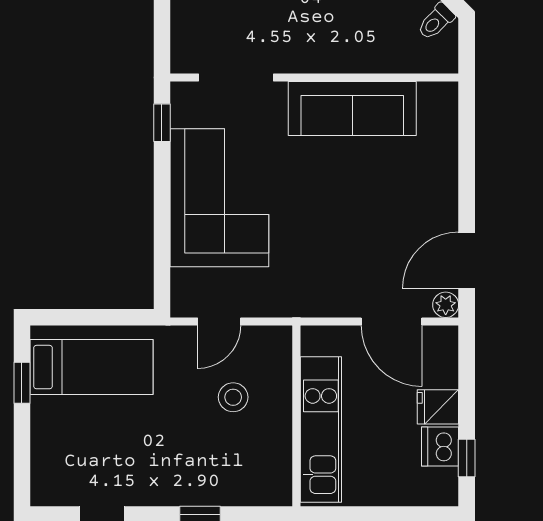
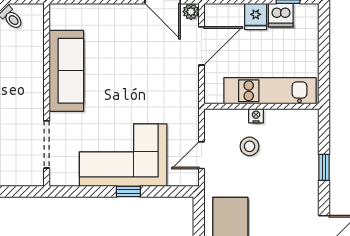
window: (162, 123) -> (128, 191), moved
door: (219, 322) -> (202, 155), swing flipped
nightstand: (281, 408) -> (256, 116), added

